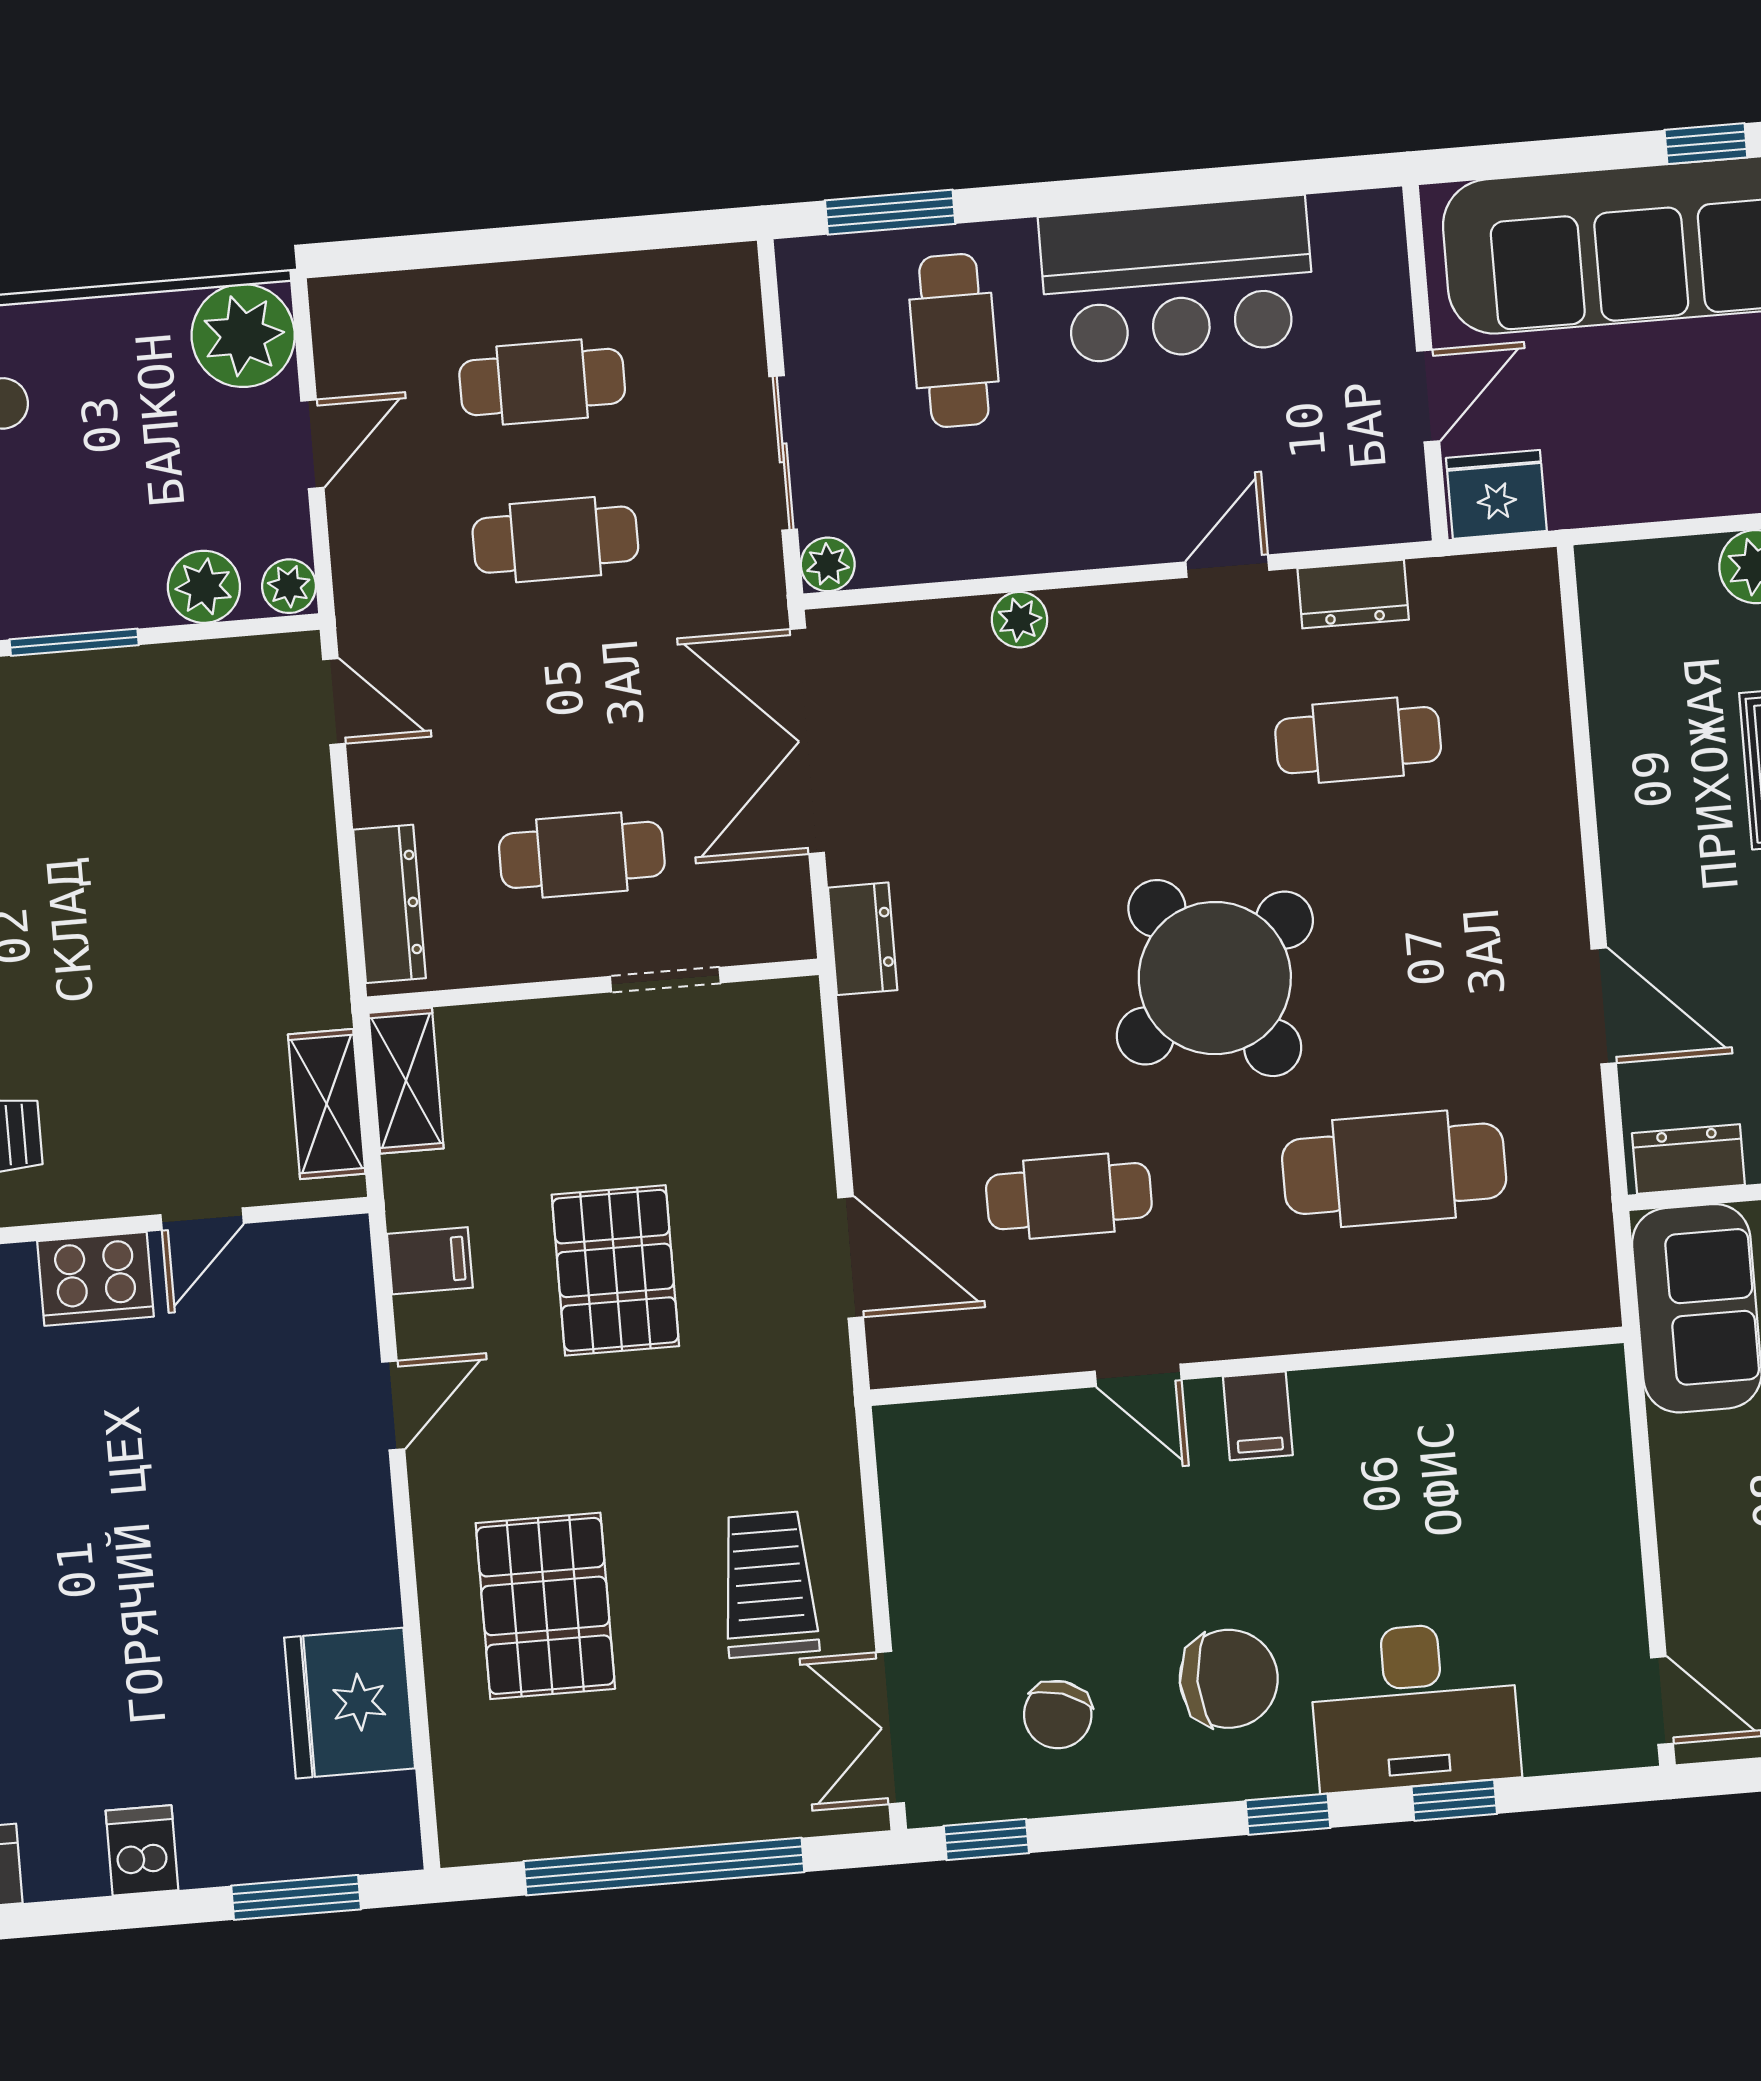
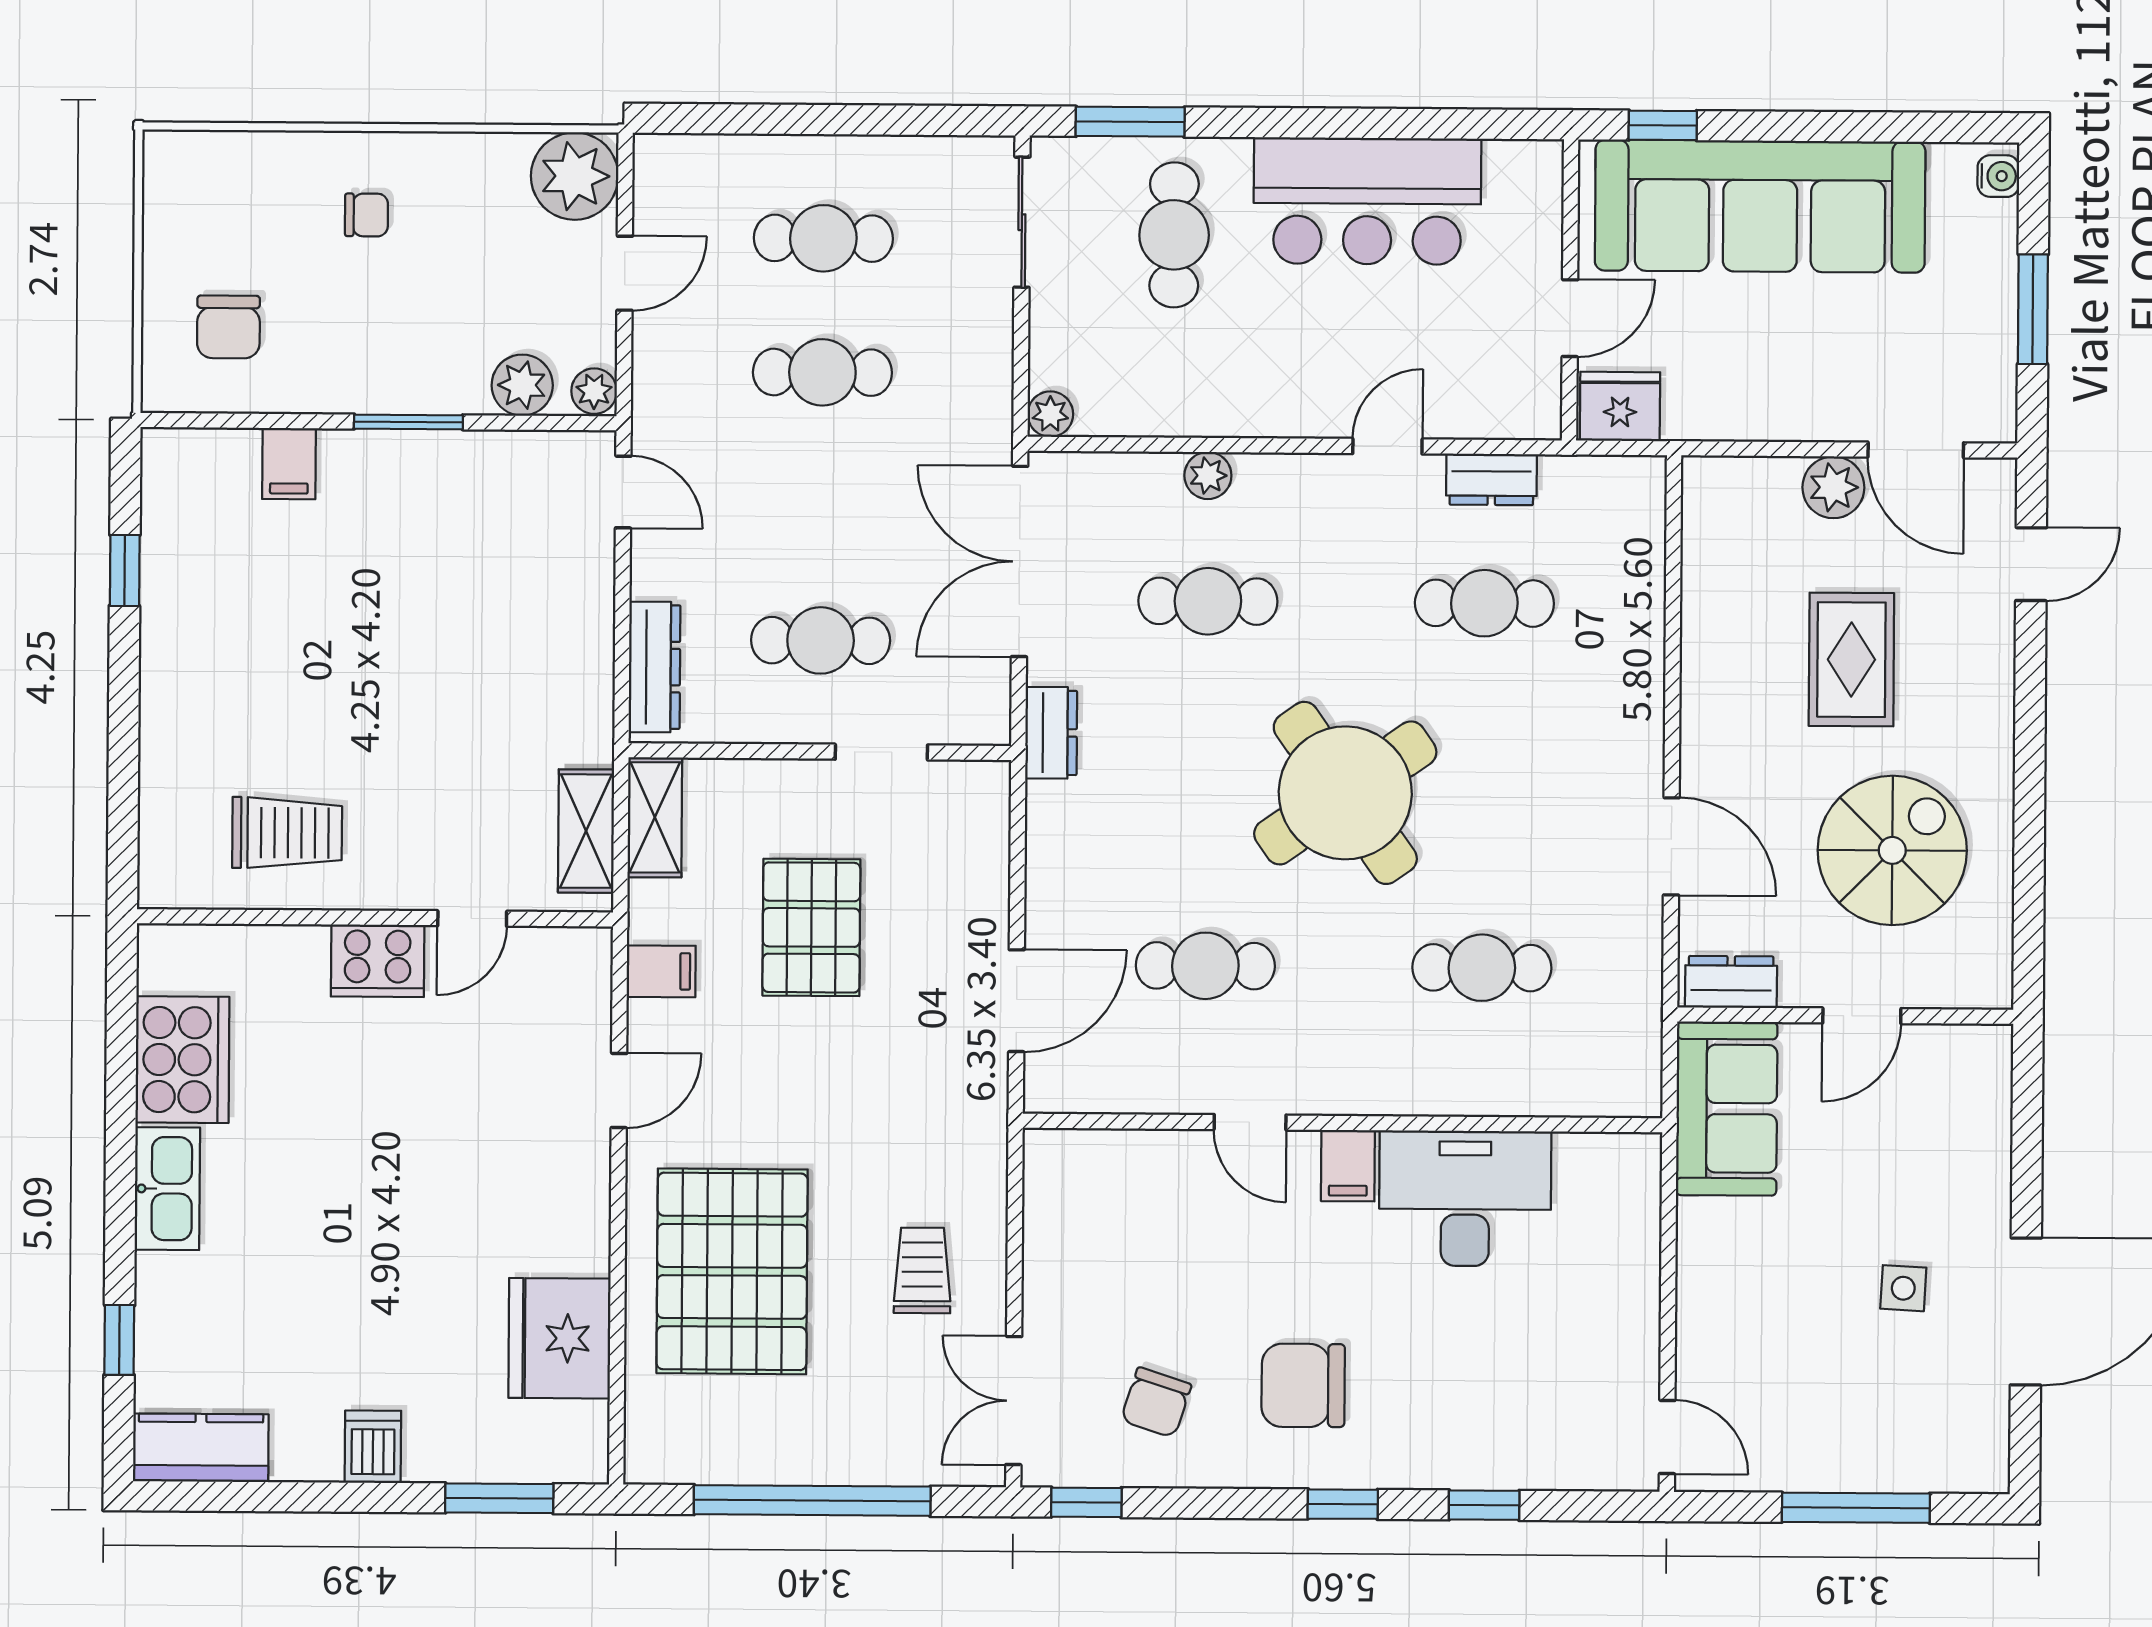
window: (1706, 144) -> (1663, 125), moved
sliding door: (783, 453) -> (1022, 222), moved
cafe table: (1033, 767) -> (1208, 601), added
cafe table: (1394, 1169) -> (1482, 968), width x0.73, depth x0.74
door: (851, 1257) -> (1016, 1001), hinge flipped
pallet: (615, 1270) -> (811, 927), moved
trolley: (769, 1584) -> (922, 1270), width x0.73, depth x0.72
pallet: (545, 1606) -> (732, 1271), width x1.37, depth x1.41
chair: (1229, 1679) -> (1303, 1385), turned 180
desk: (1415, 1706) -> (1465, 1198), moved, turned 180

